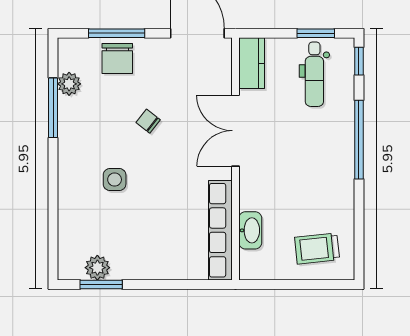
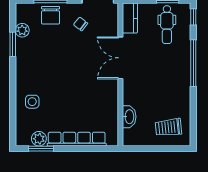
window: (53, 108) -> (13, 44), width x0.69
chair: (148, 121) -> (81, 24), moved
side table: (115, 180) -> (32, 102), moved
row of seats: (220, 230) -> (77, 139), moved, turned 90

